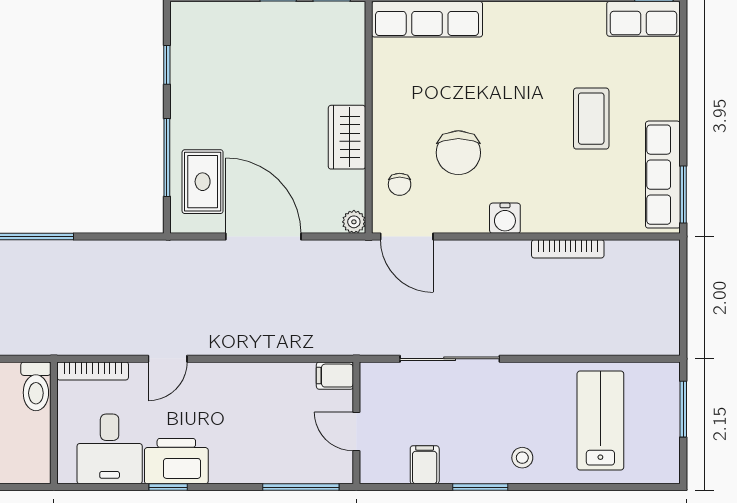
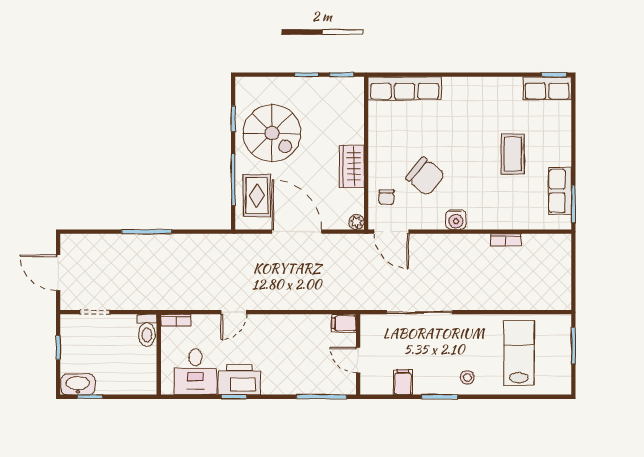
spiral stairs: (226, 87) -> (272, 133), added
chair: (458, 153) -> (425, 176), turned -50
row of seats: (663, 175) -> (560, 191), width x0.68
bookcase: (568, 249) -> (506, 240), width x0.64
bookcase: (93, 371) -> (176, 320), width x0.64

